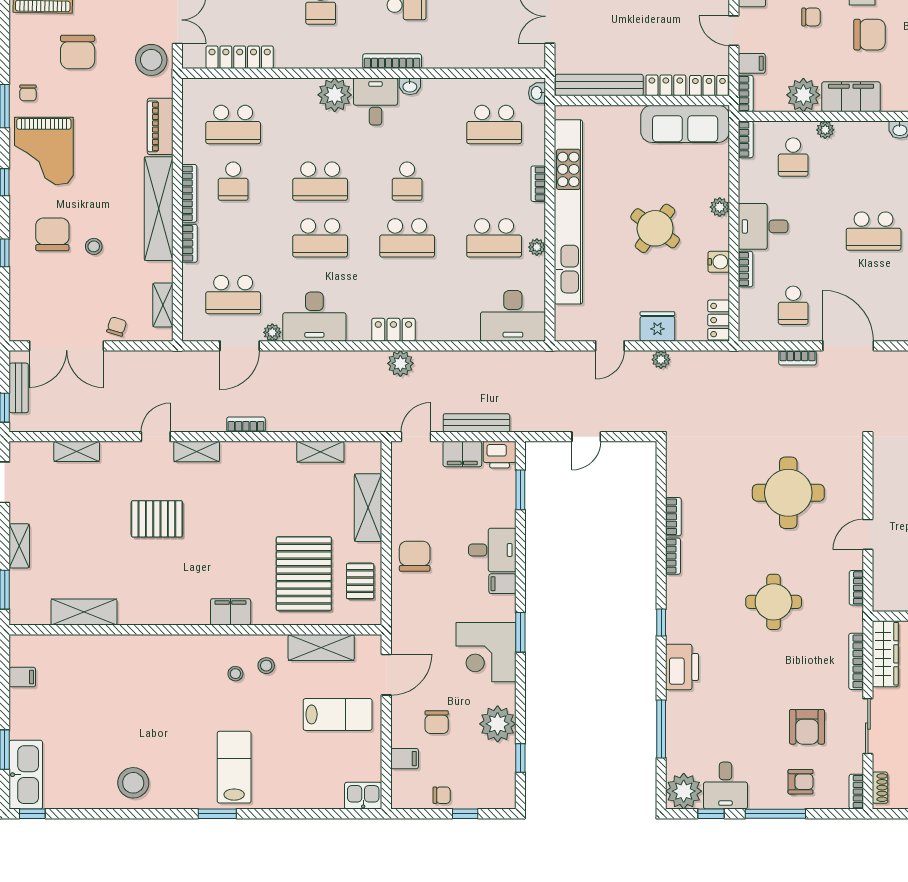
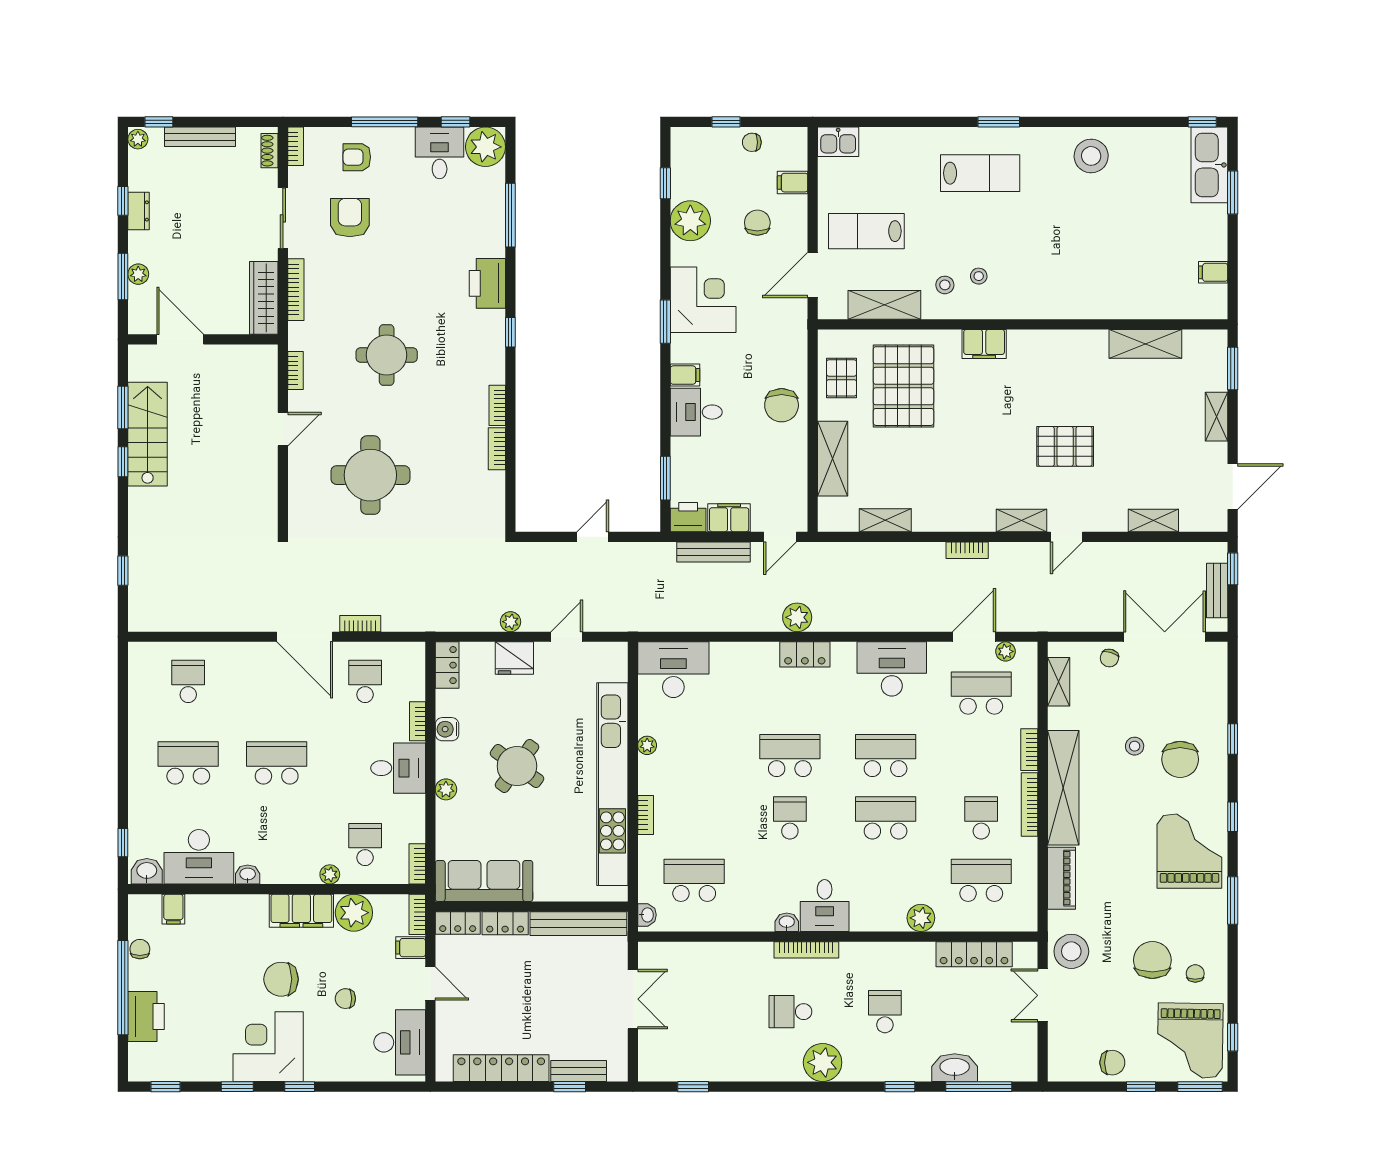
chair: (28, 93) -> (1195, 973), moved
plant: (335, 95) -> (921, 918), moved, width x0.73, depth x0.73
school desk: (494, 238) -> (694, 755), removed
plant: (272, 332) -> (1006, 651), moved
lab bench: (234, 767) -> (980, 173), turned -90

